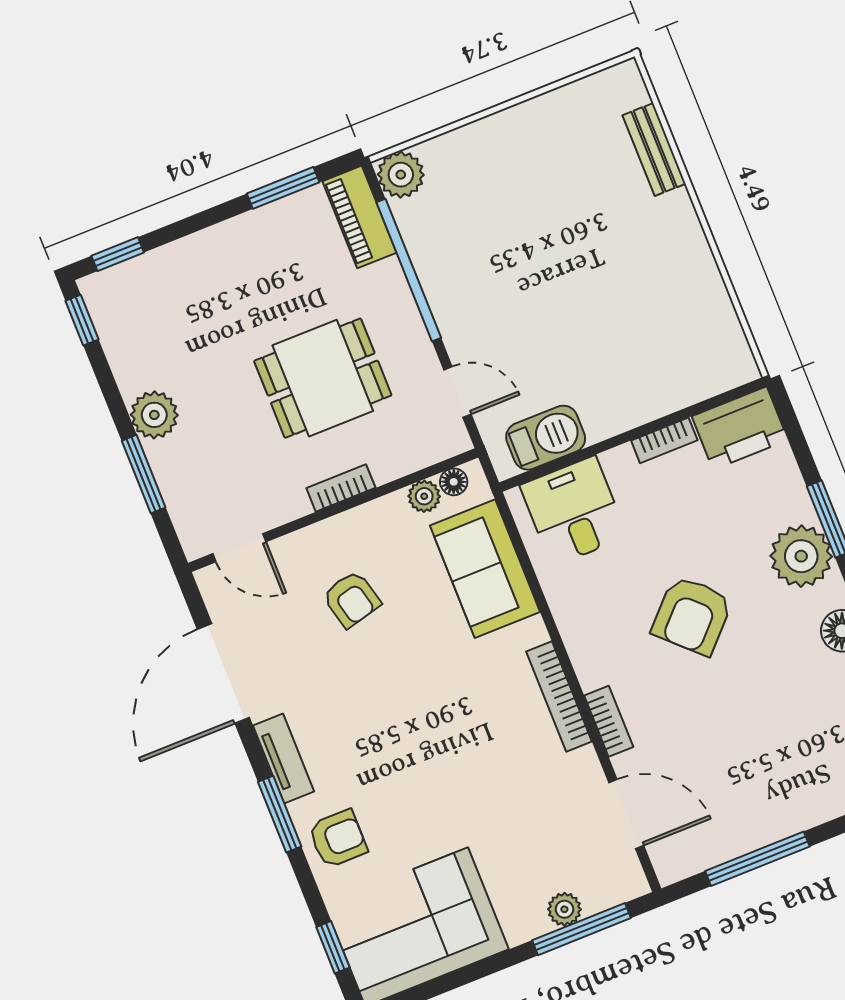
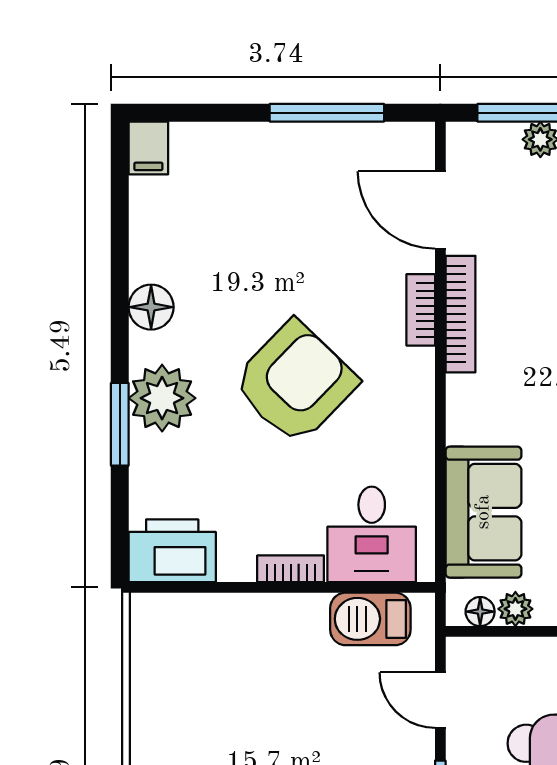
bookcase: (664, 440) -> (291, 569), moved
armchair: (692, 615) -> (295, 382), width x1.36, depth x1.36
bookcase: (559, 696) -> (461, 314), moved

